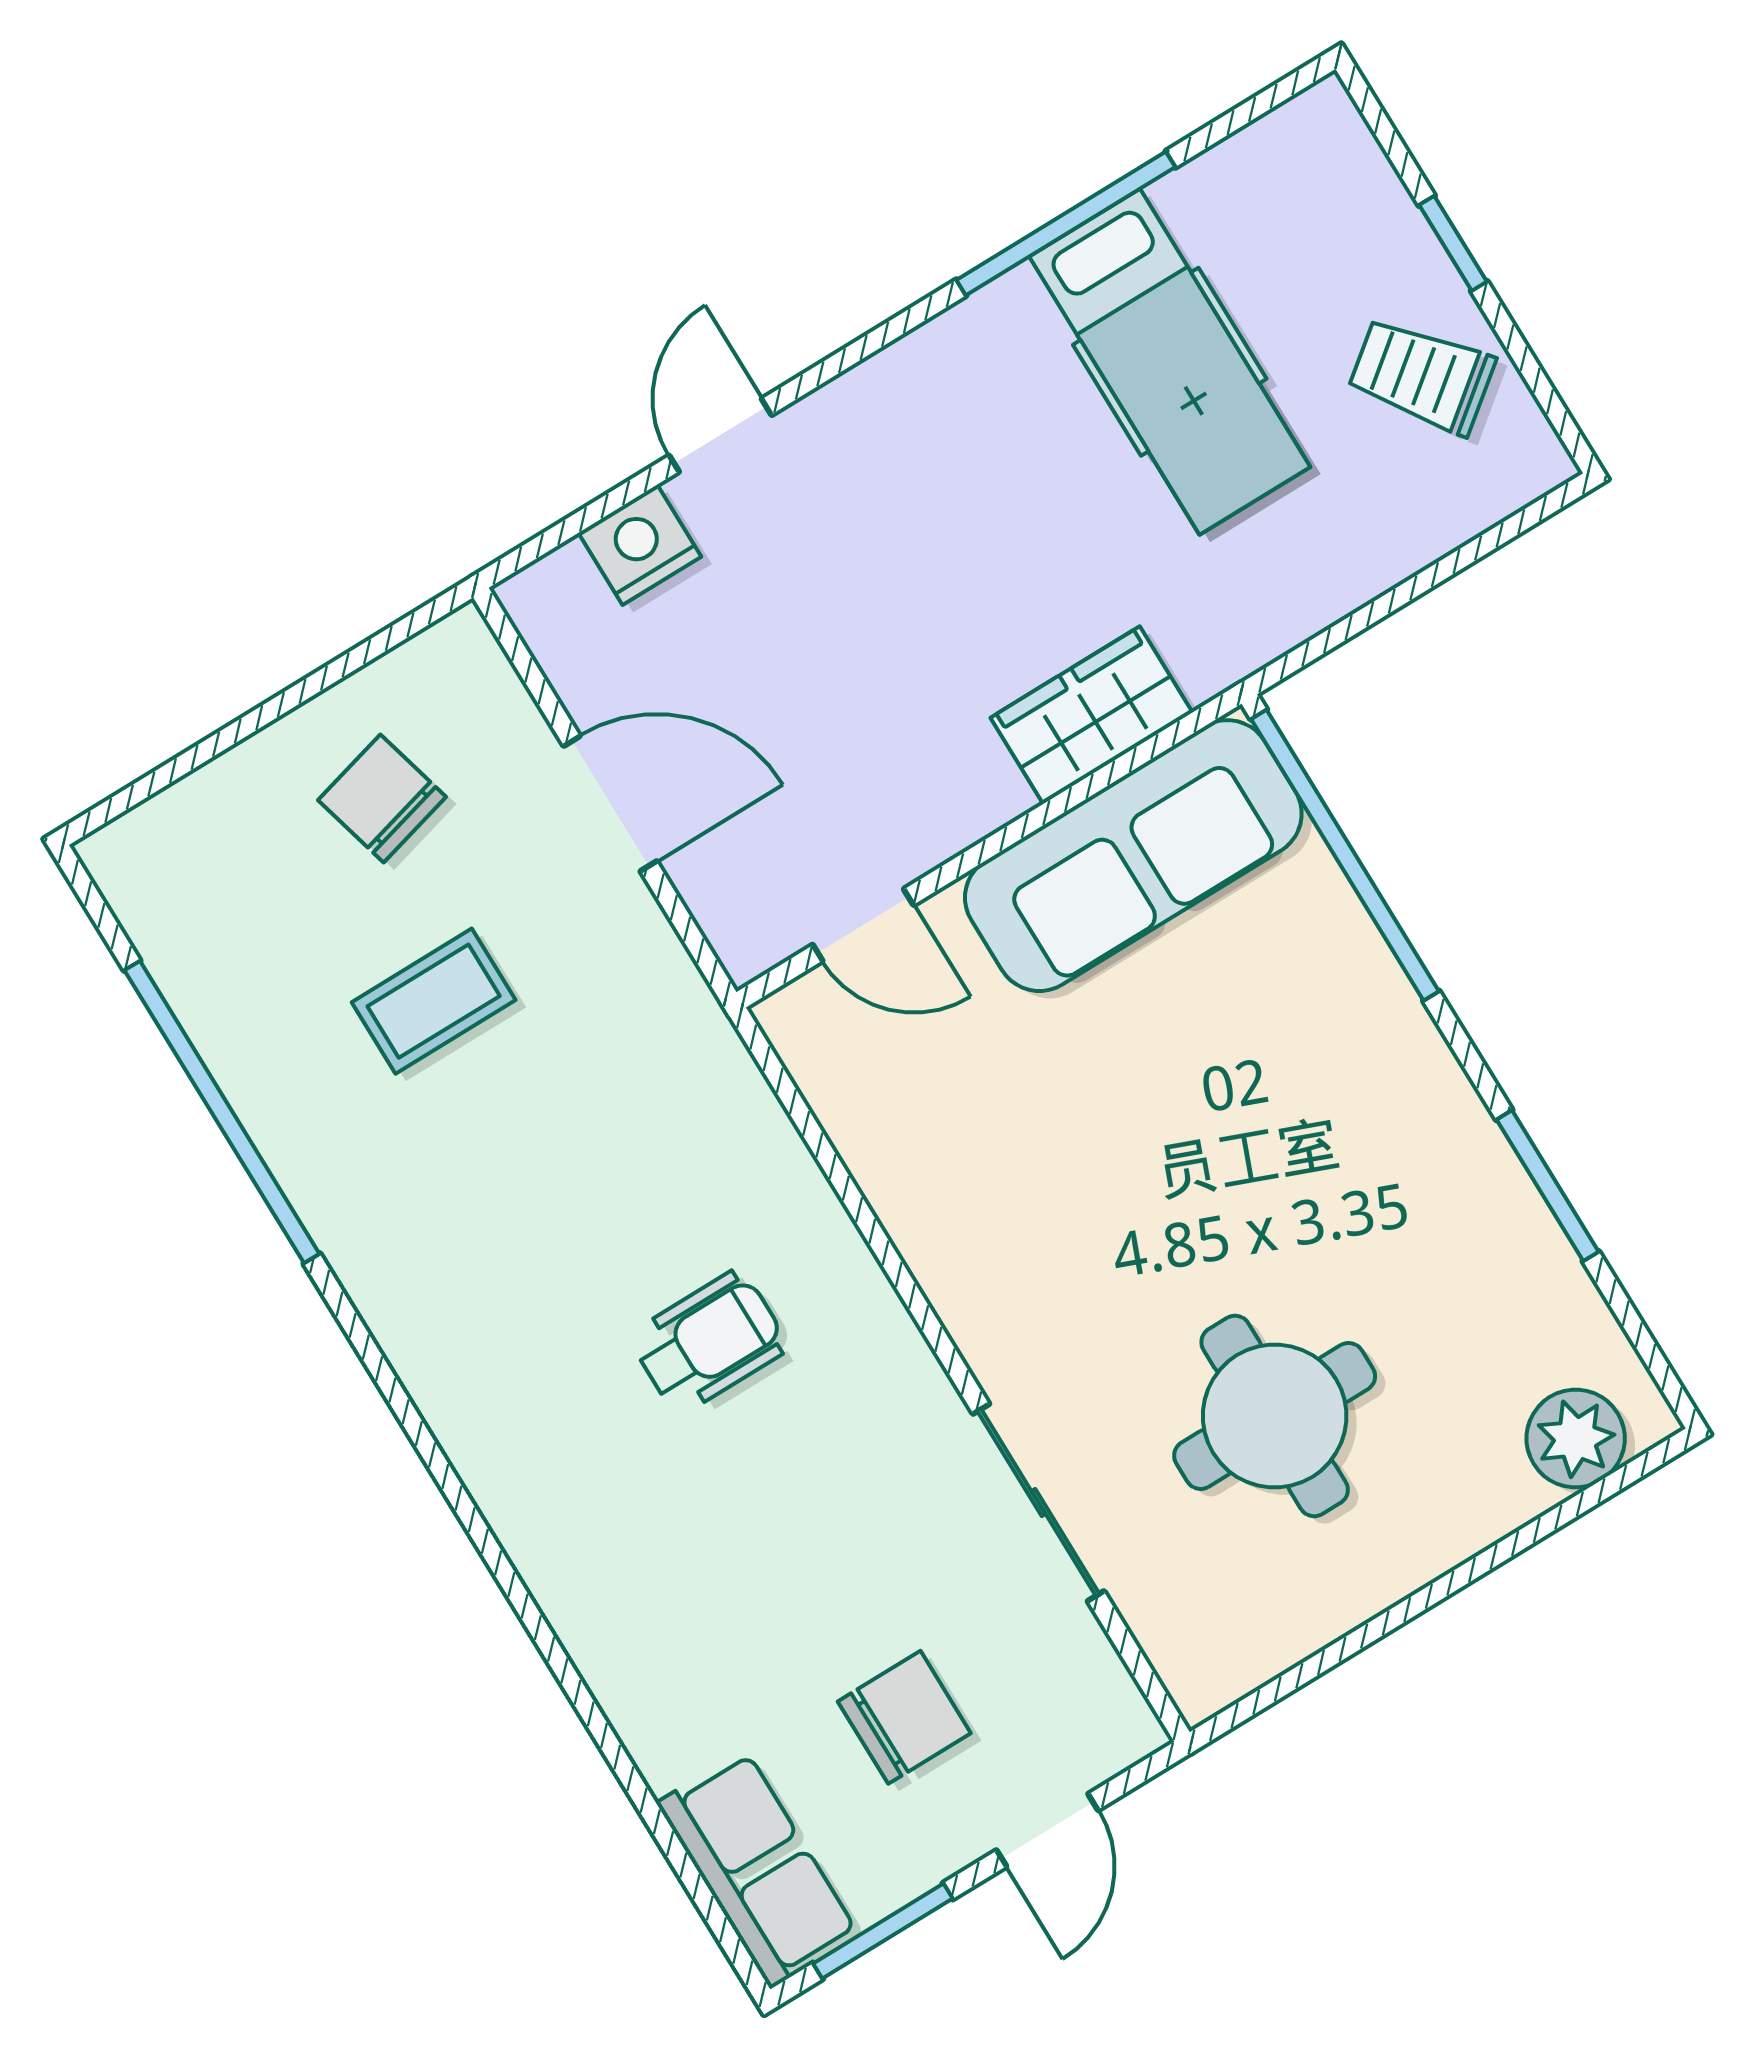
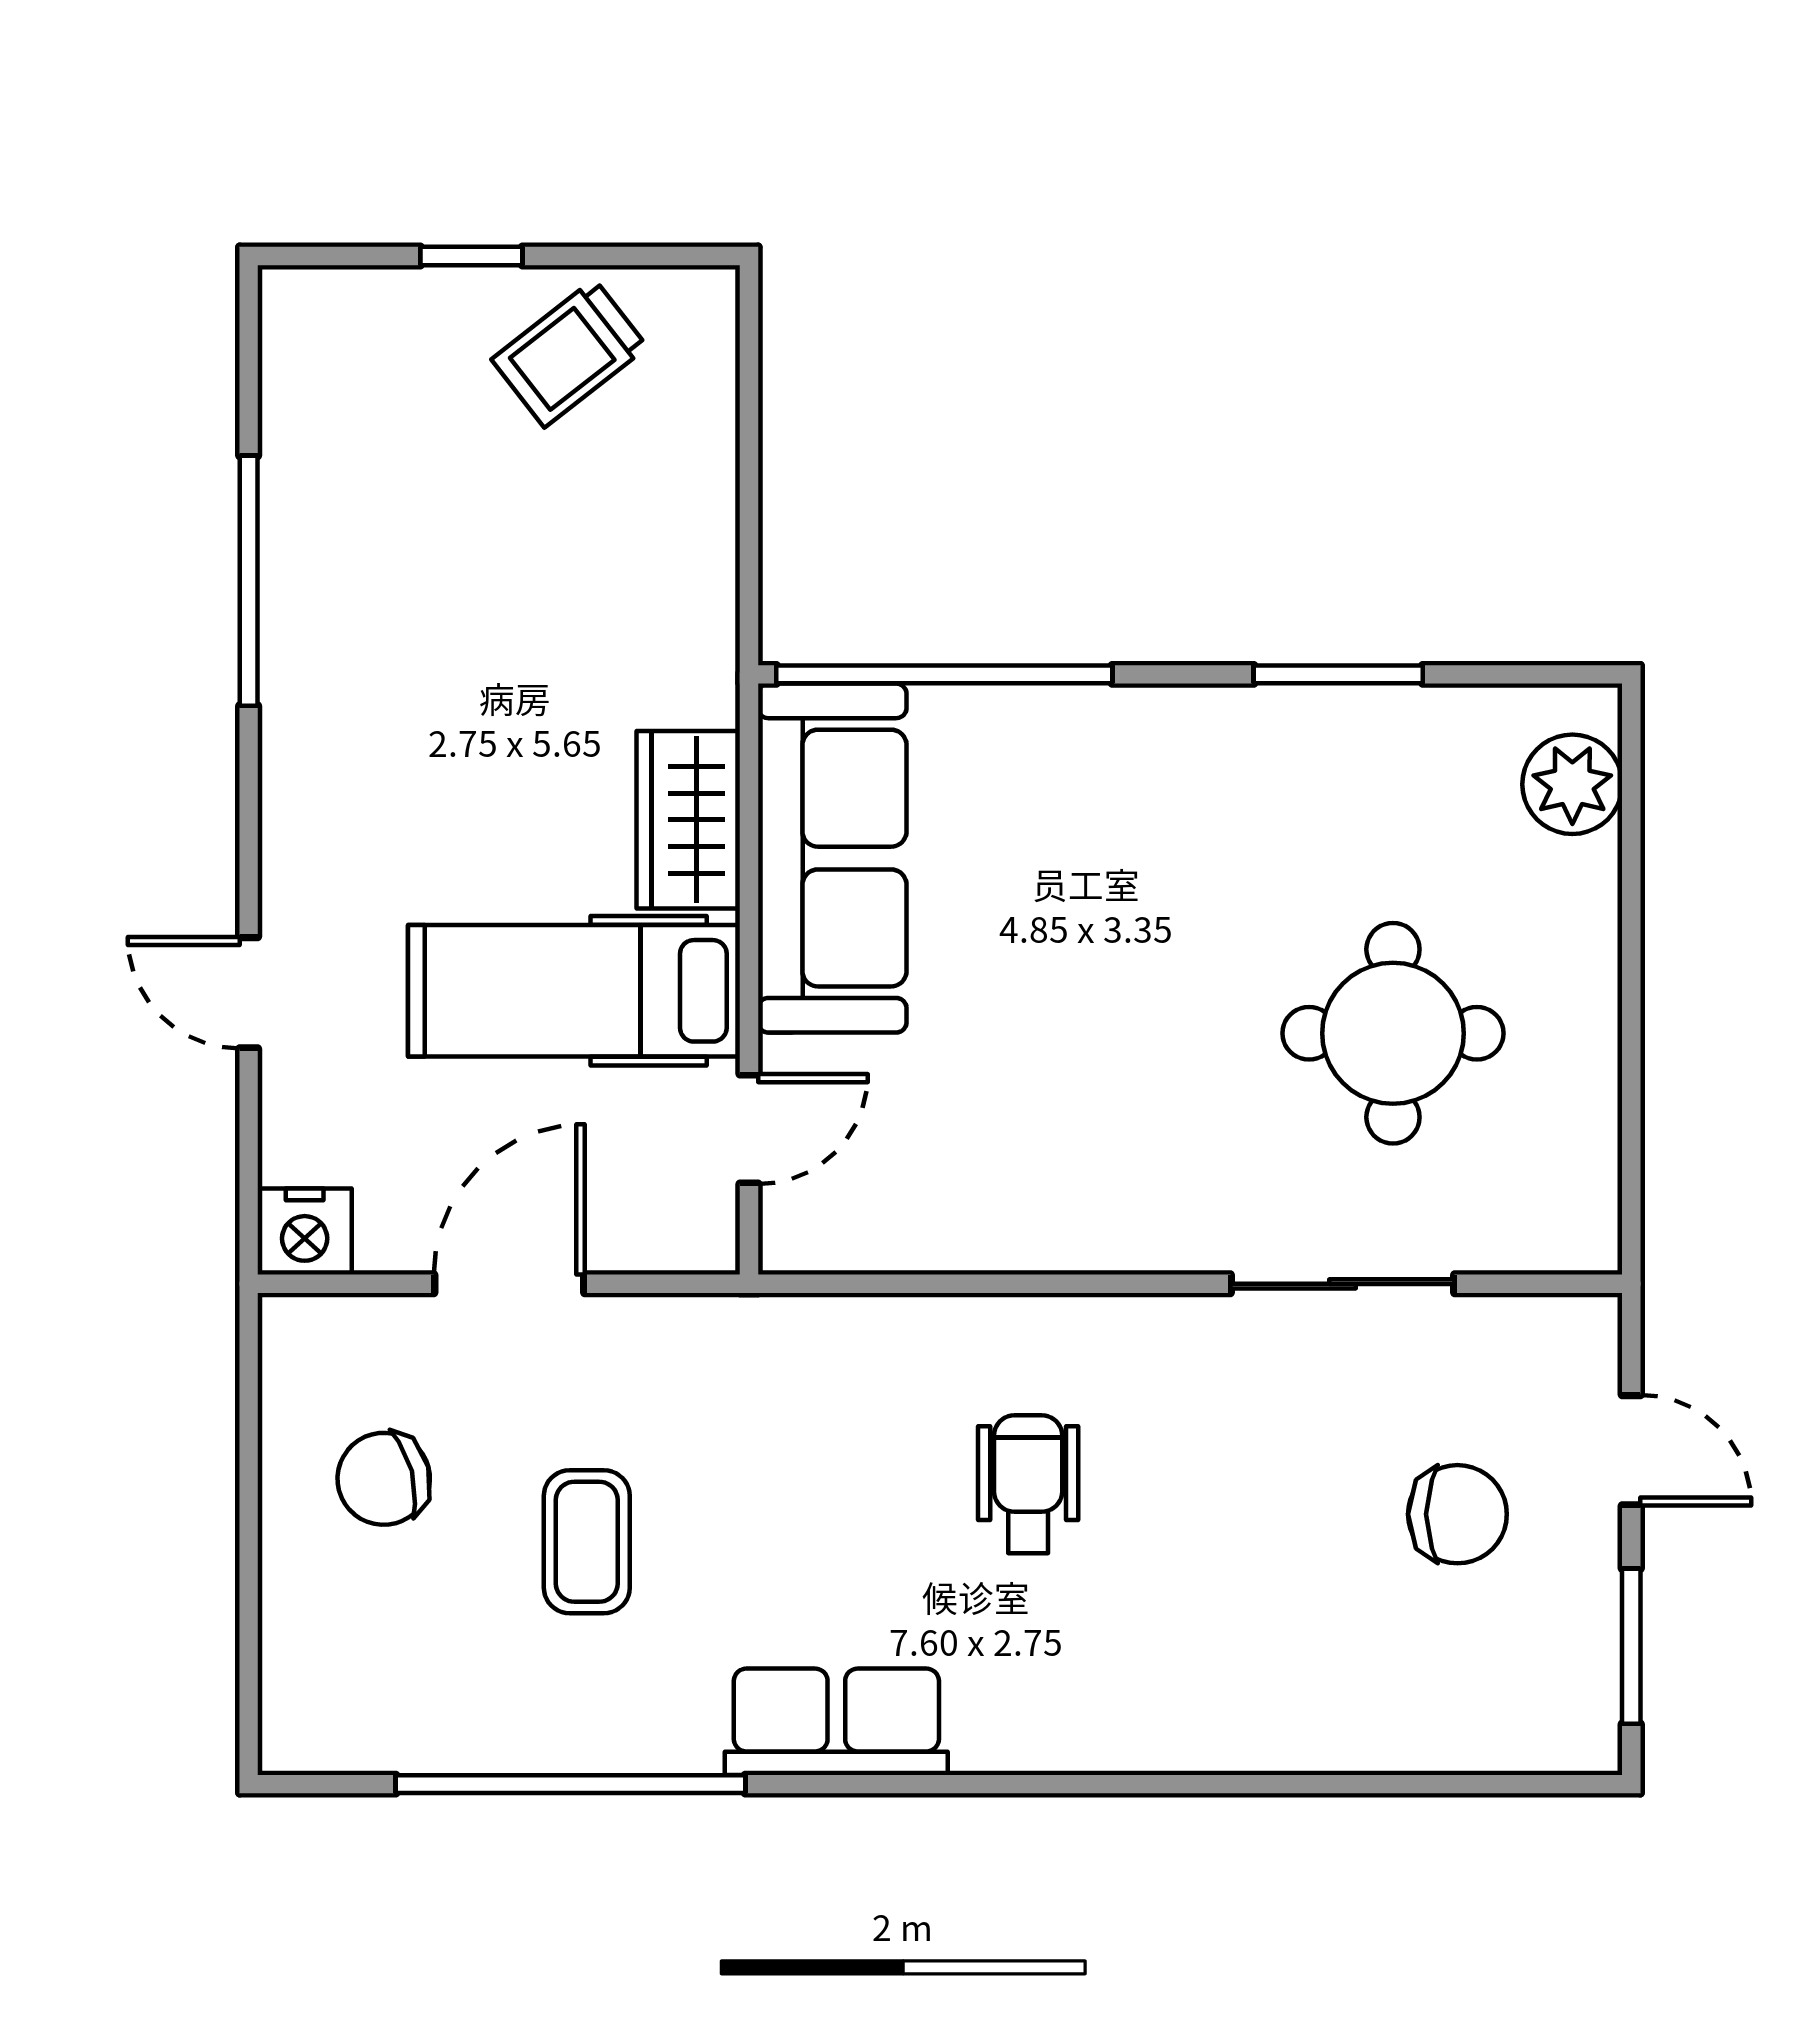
hospital bed: (1170, 362) -> (574, 991), moved, turned 180
nightstand: (640, 545) -> (305, 1232), moved, turned -90
chair: (904, 1717) -> (1457, 1514), turned 90
row of seats: (758, 1869) -> (836, 1722), moved

